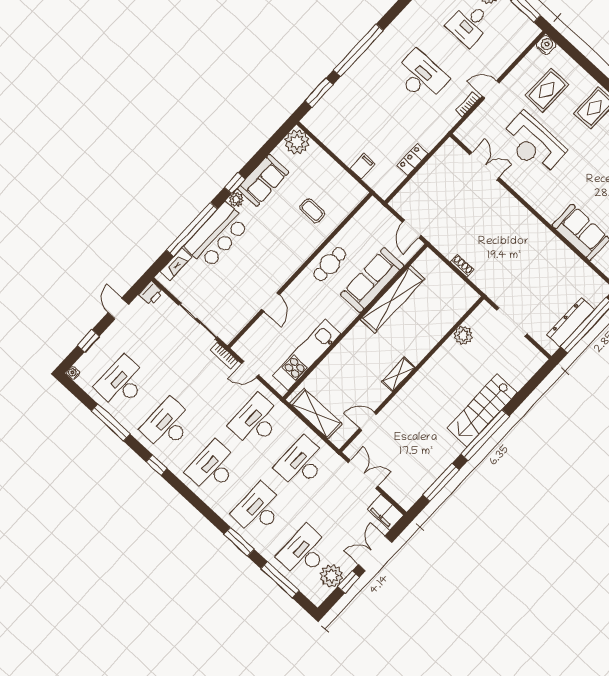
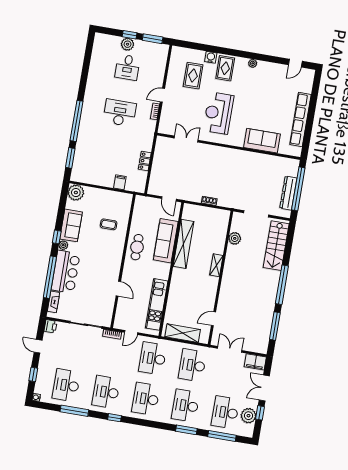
water cooler: (546, 45) -> (211, 57), moved
reception desk: (533, 144) -> (218, 113), moved, turned 90
shelving: (398, 375) -> (216, 265), moved
stairs: (482, 410) -> (276, 246), moved

